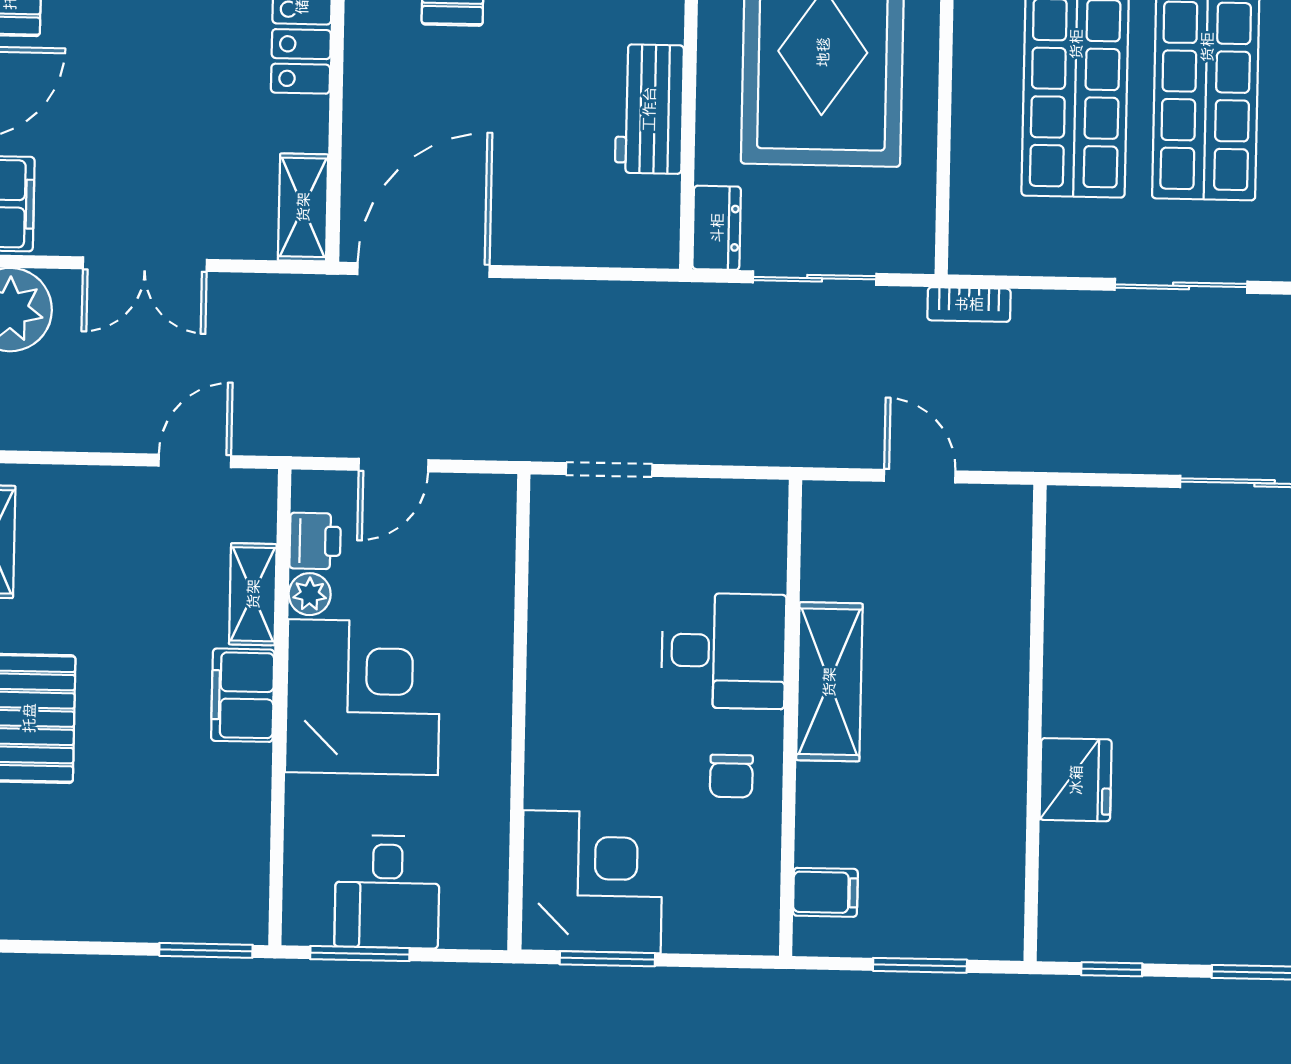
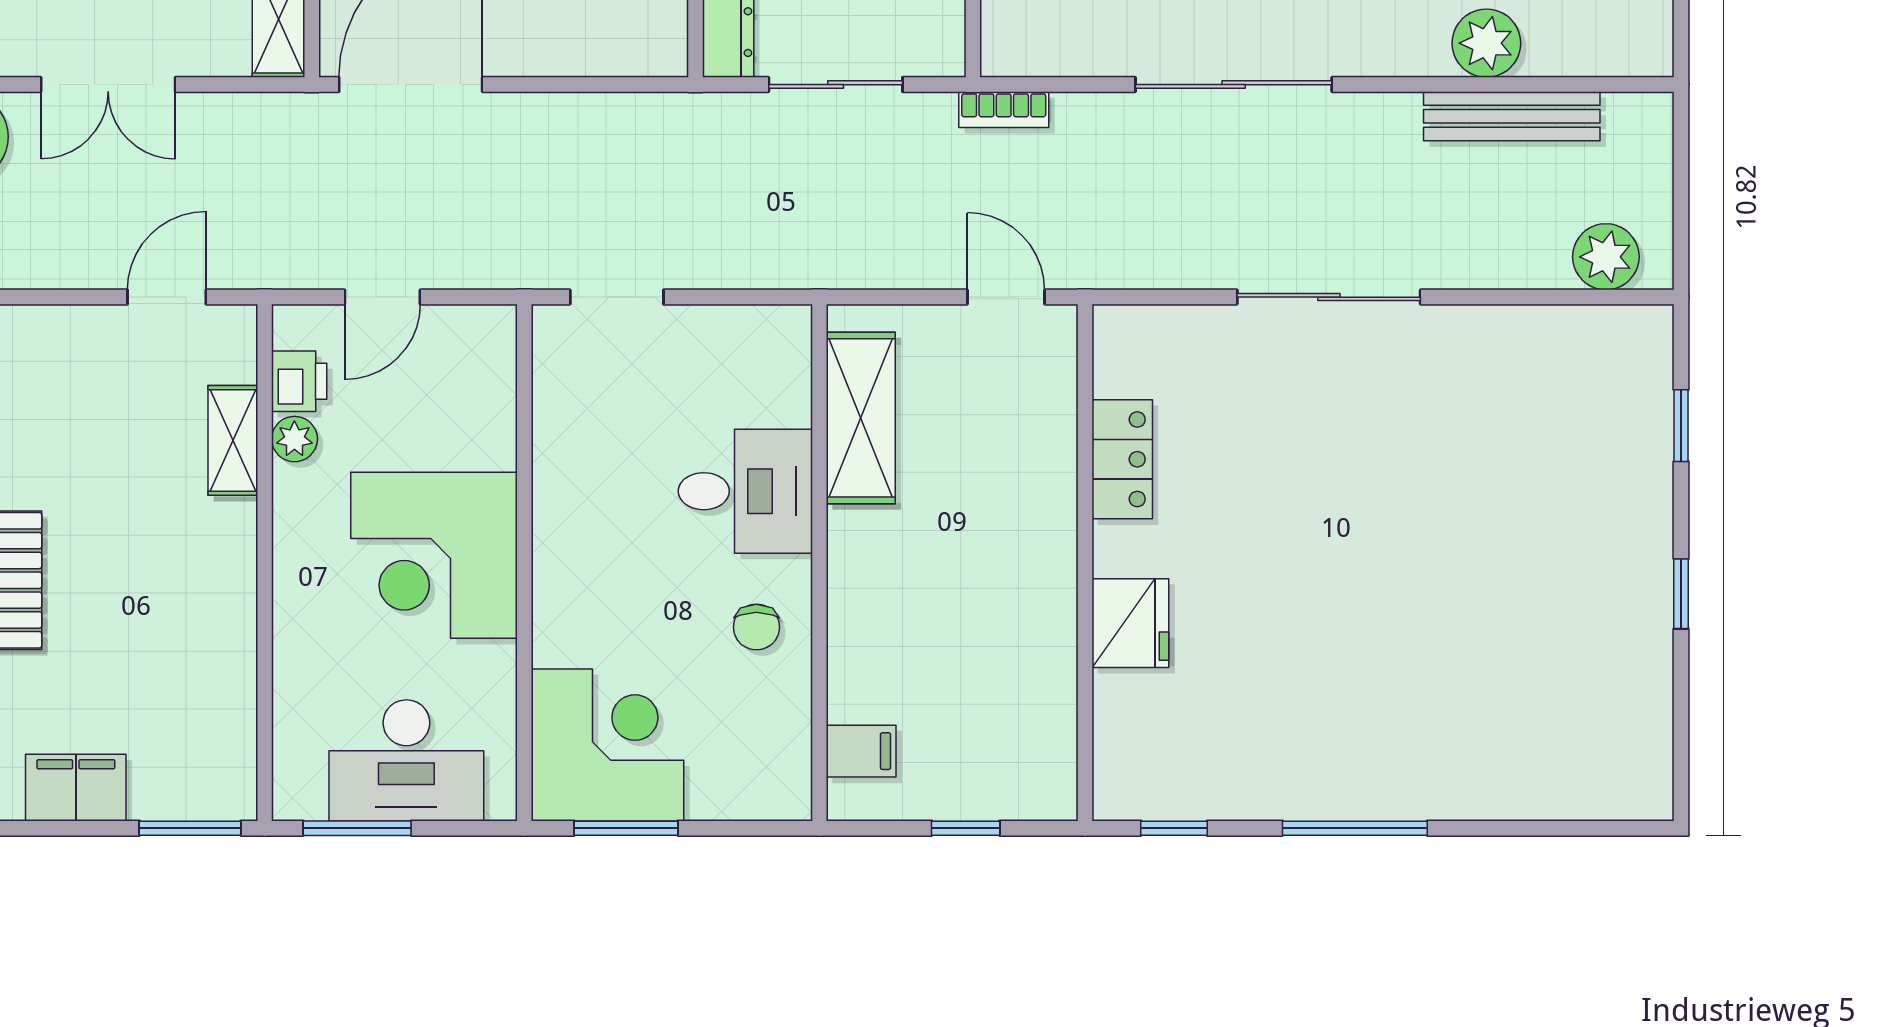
sliding door: (1181, 286) -> (1234, 85), width x1.37
door: (920, 476) -> (1006, 297), moved
locker: (1071, 629) -> (1122, 459), added
shelving: (829, 682) -> (861, 418), moved
filing cabinet: (243, 695) -> (76, 788), moved, turned 90
corner desk: (363, 697) -> (434, 555), moved, turned 180
desk: (387, 892) -> (406, 760), width x1.37
window: (920, 965) -> (966, 828), width x0.67

